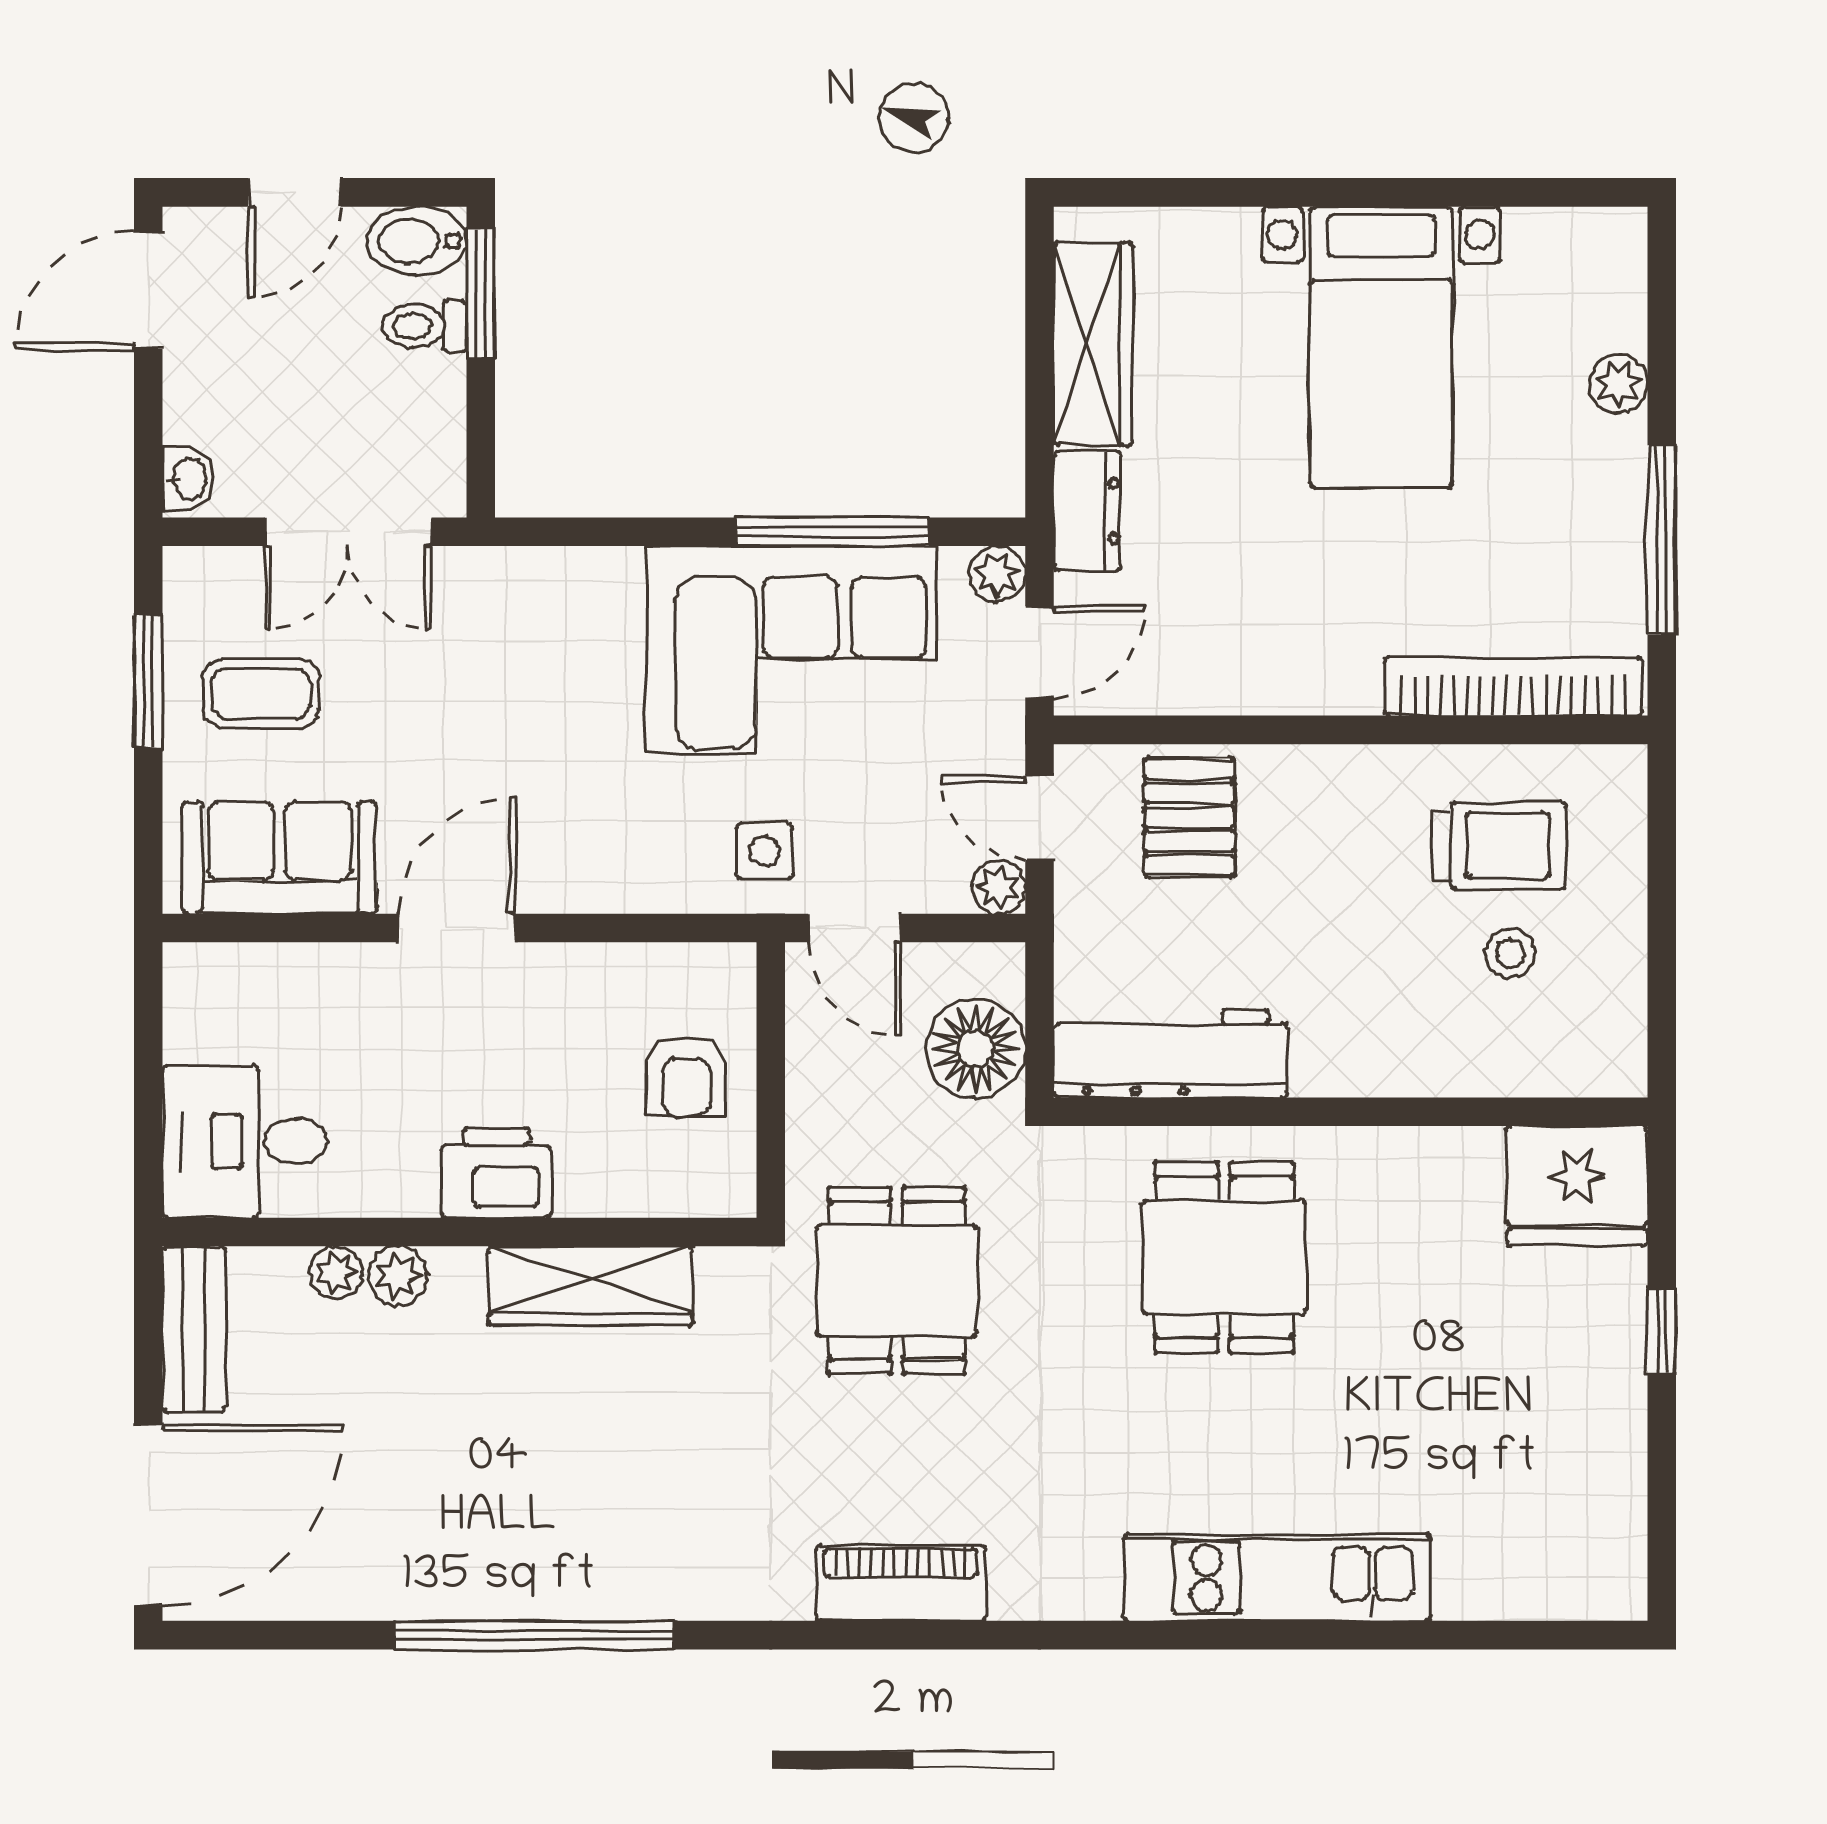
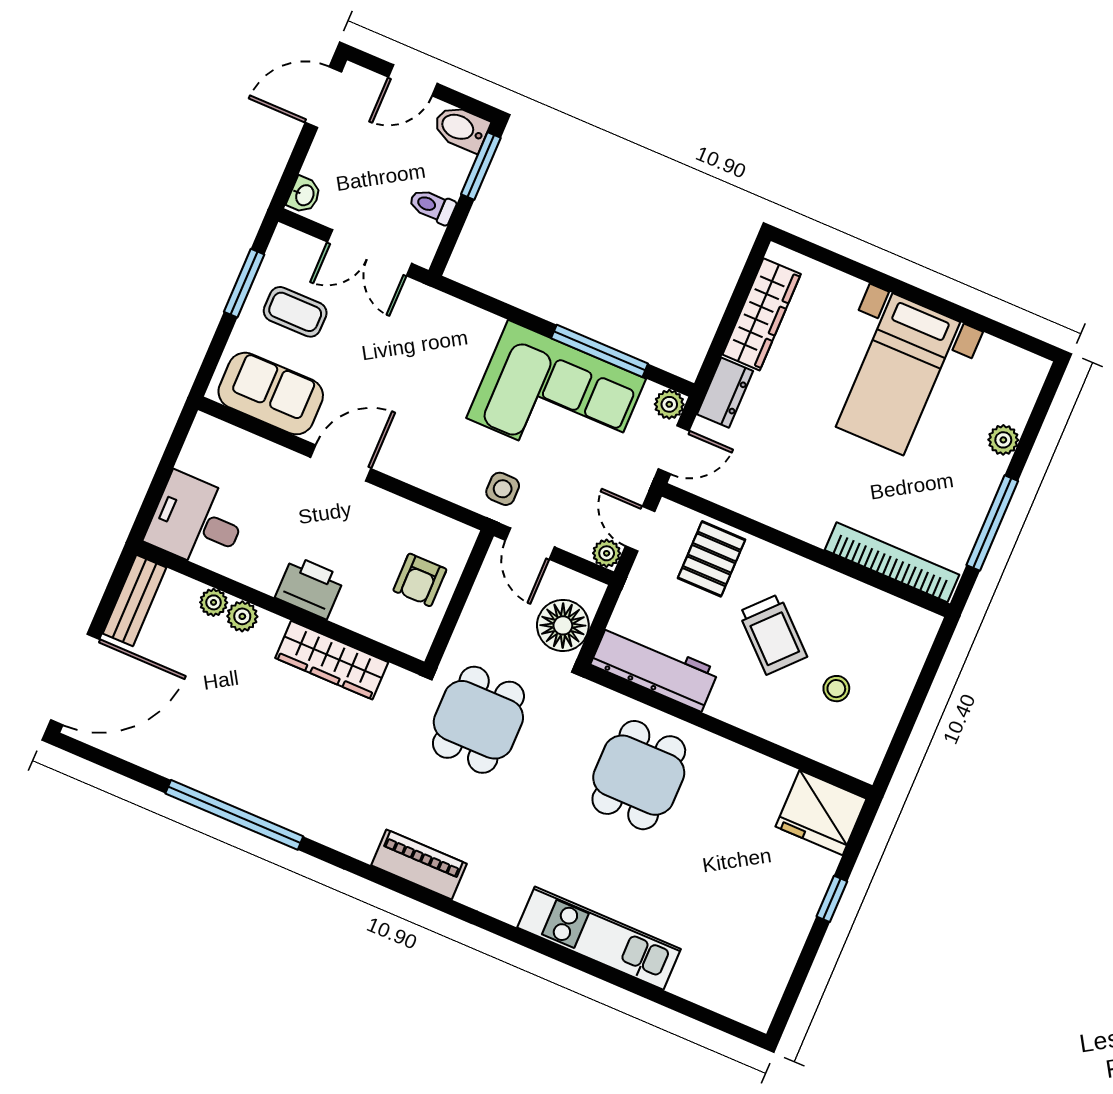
toilet: (424, 326) -> (432, 206), moved
trolley: (1499, 846) -> (773, 634), moved, turned 43

